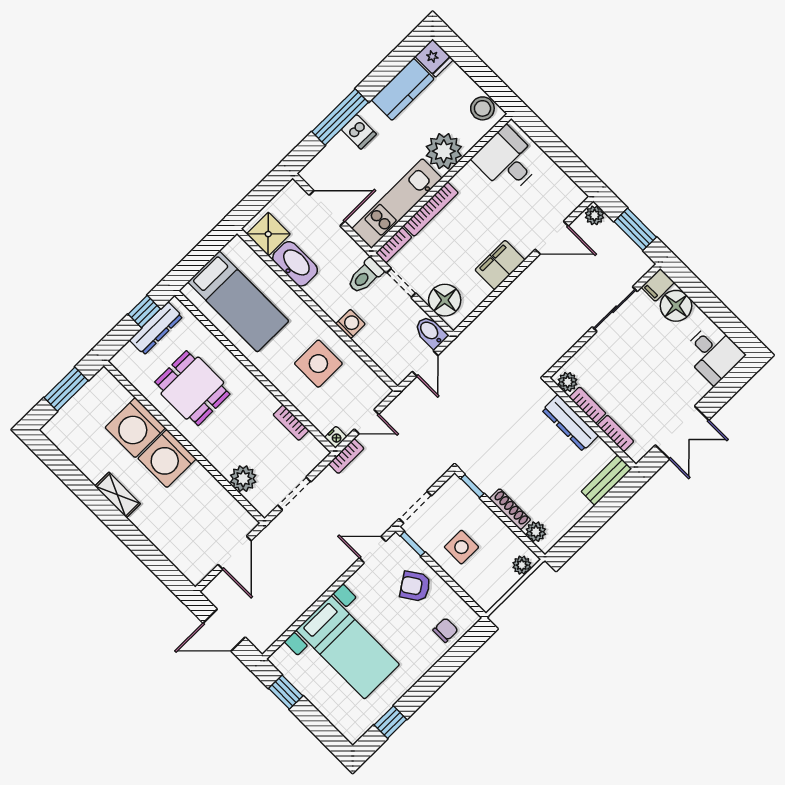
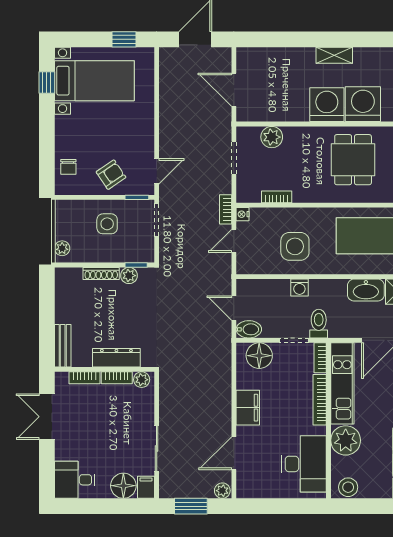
desk: (507, 160) -> (304, 464), width x1.37
dining table: (192, 388) -> (353, 160), turned 90
plant: (536, 532) -> (129, 276), moved
bed with nightstands: (348, 647) -> (94, 81), moved, turned 180

